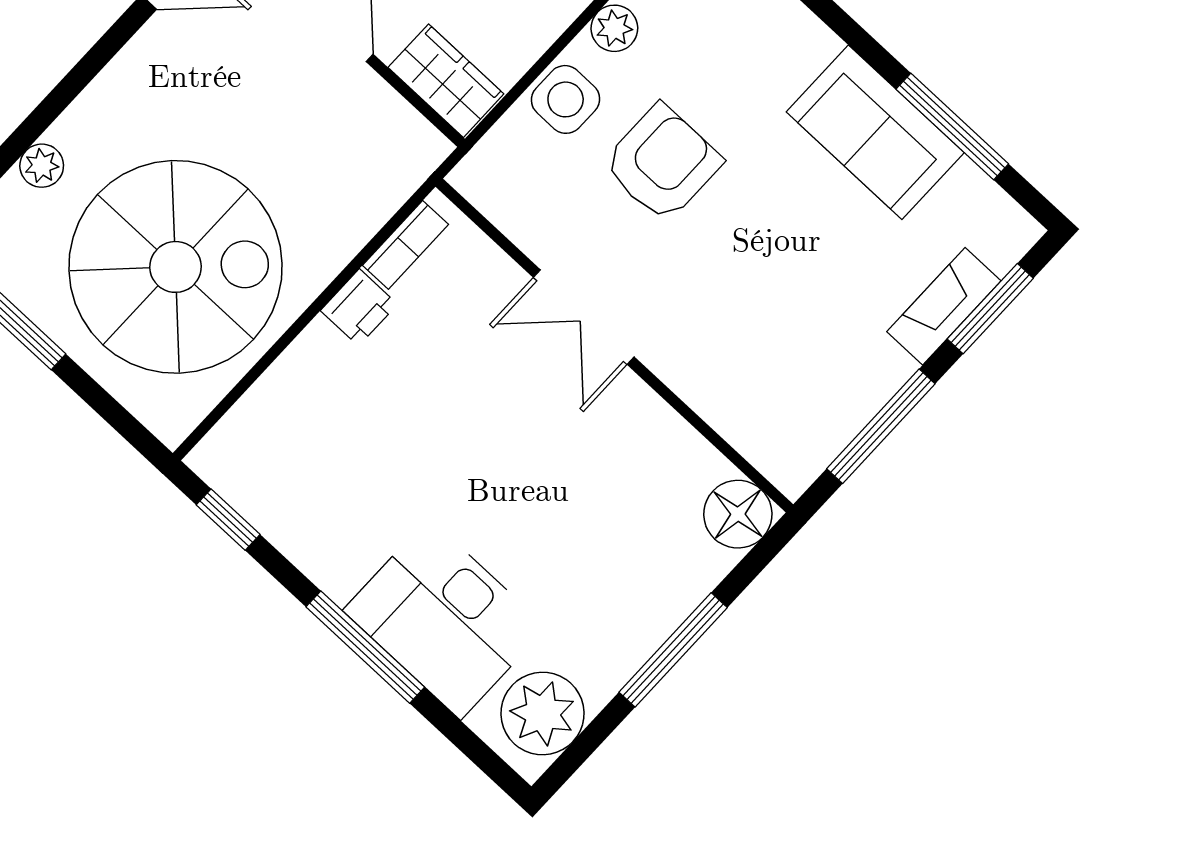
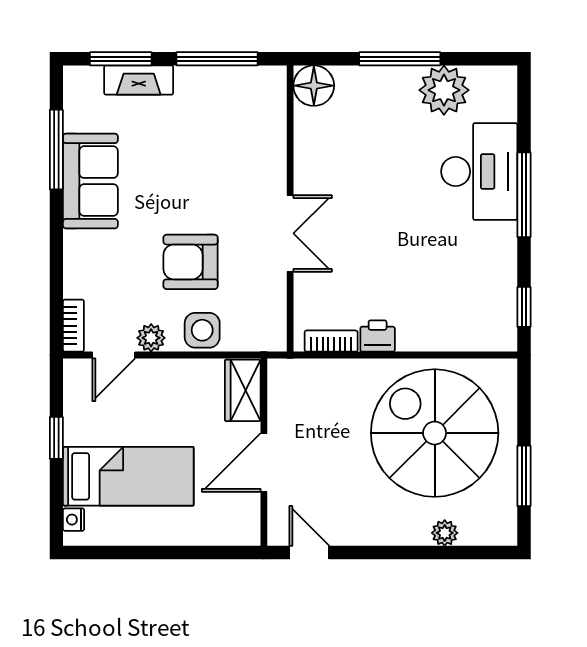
plant: (542, 713) -> (444, 90), moved

